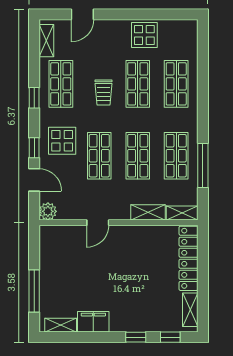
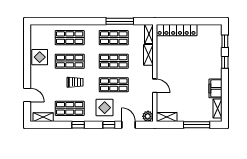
door: (34, 180) -> (129, 125), hinge flipped
shelving: (190, 310) -> (167, 117), moved

